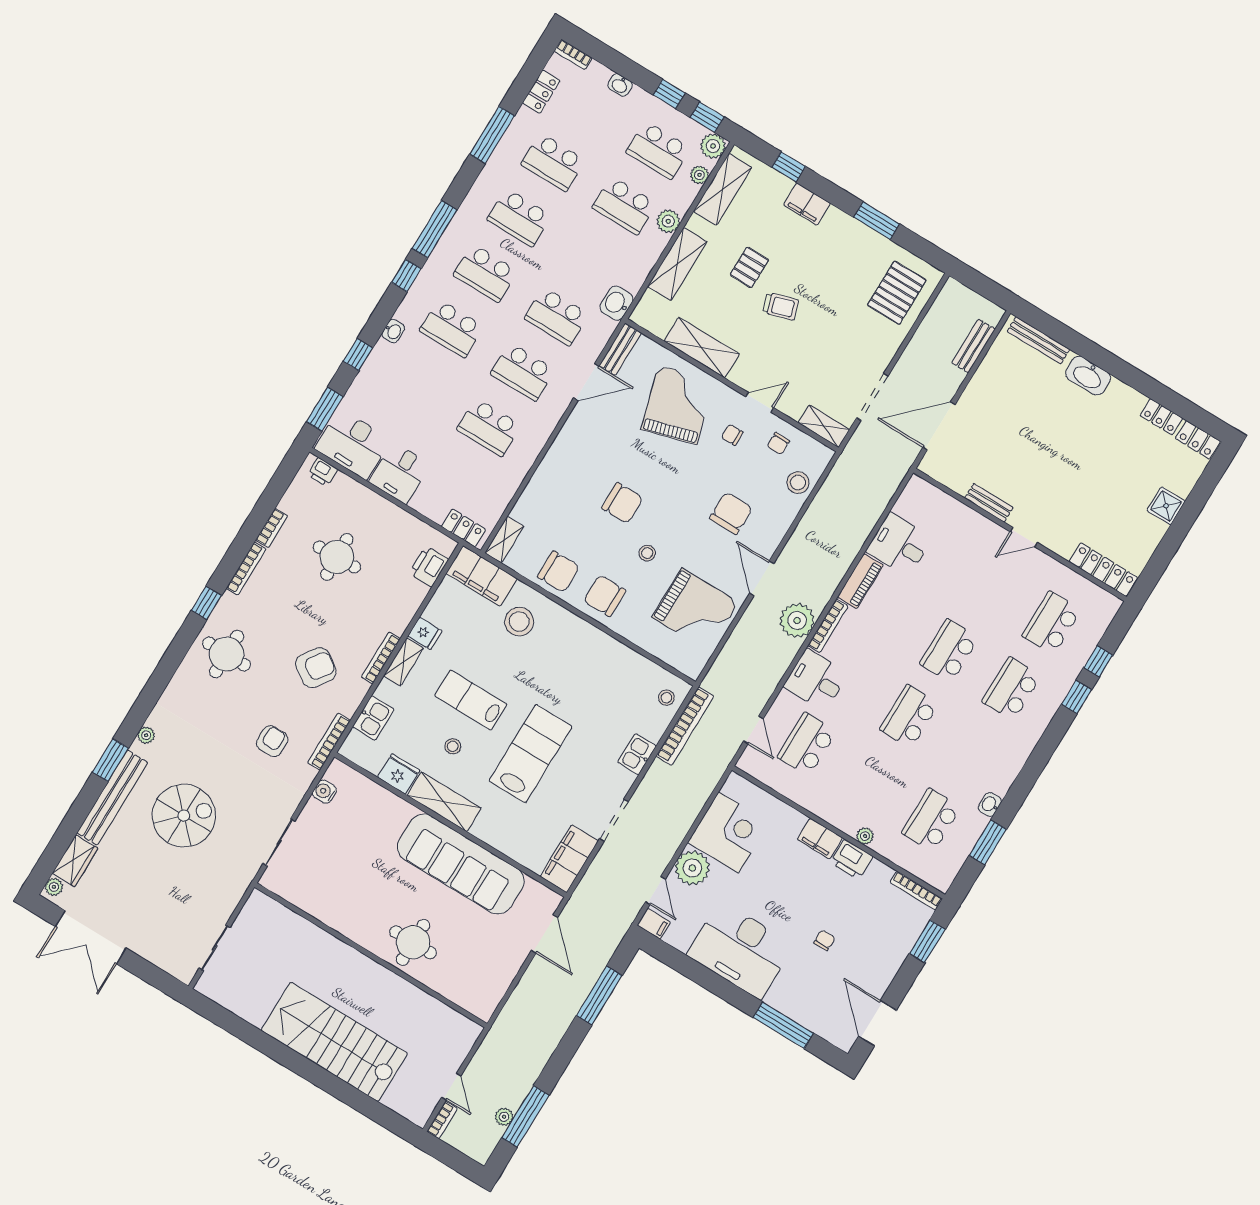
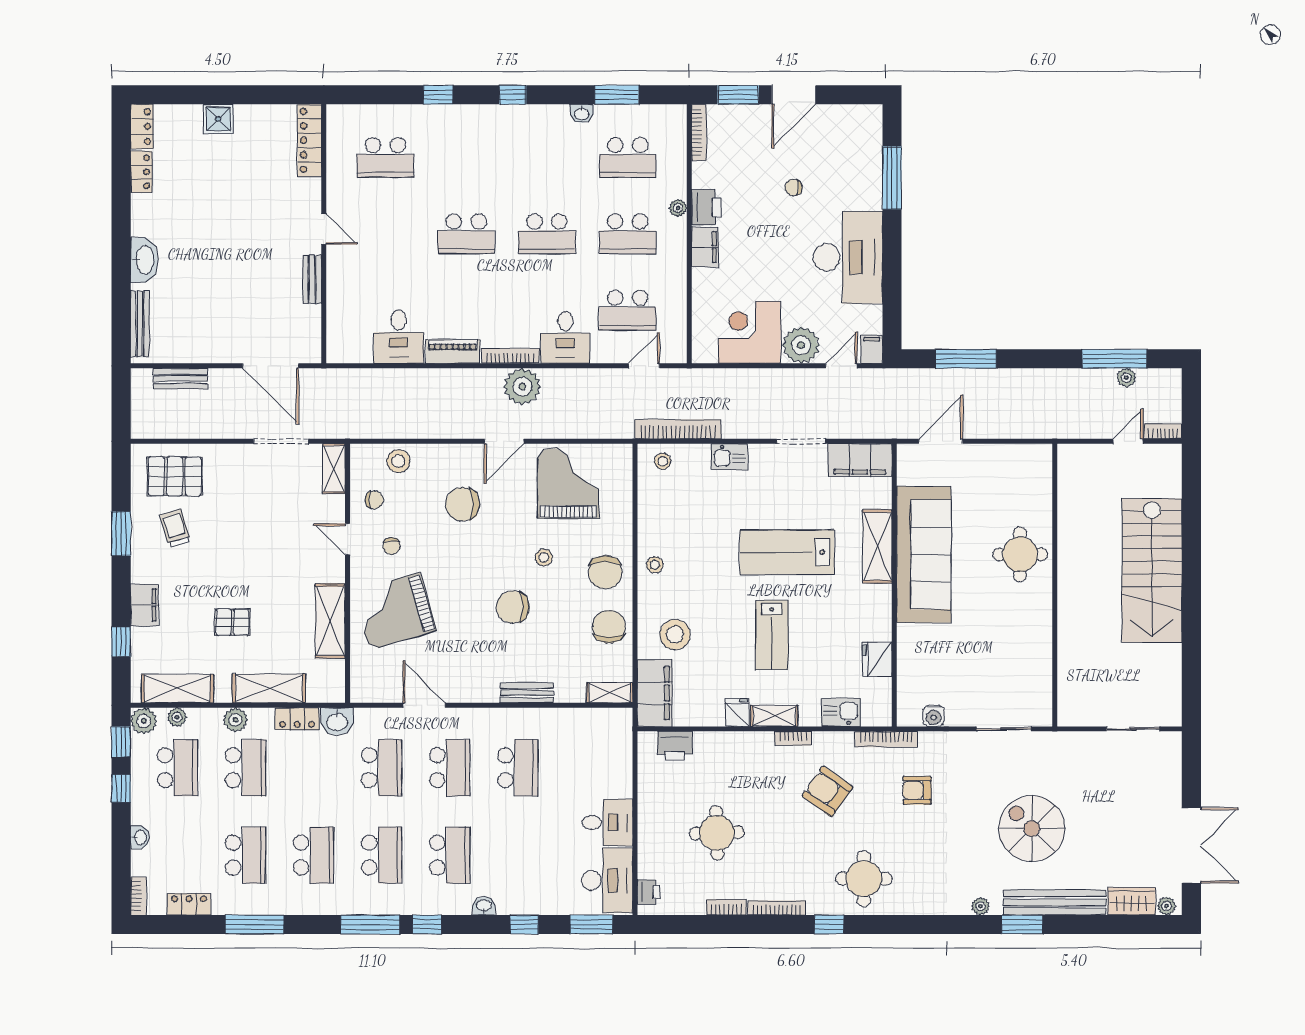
trolley: (781, 306) -> (175, 528), moved
bench: (620, 349) -> (527, 693), moved
chair: (622, 503) -> (513, 607), turned -90
locker: (464, 528) -> (297, 719), moved, turned -90
bookcase: (381, 658) -> (793, 738), width x0.64
window: (1098, 661) -> (513, 95), moved
school desk: (1012, 689) -> (628, 234), moved
stool: (453, 746) -> (655, 565), moved
shelving: (444, 802) -> (877, 546), moved
door: (877, 1023) -> (794, 95), moved

